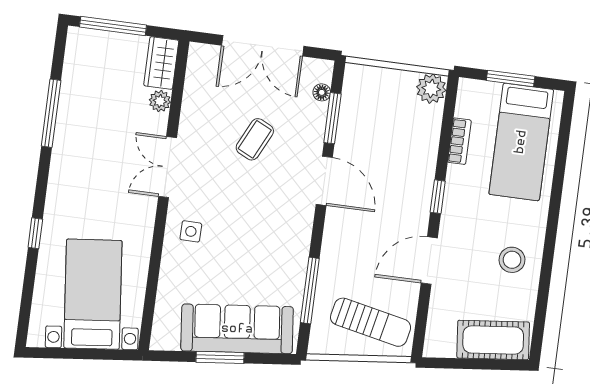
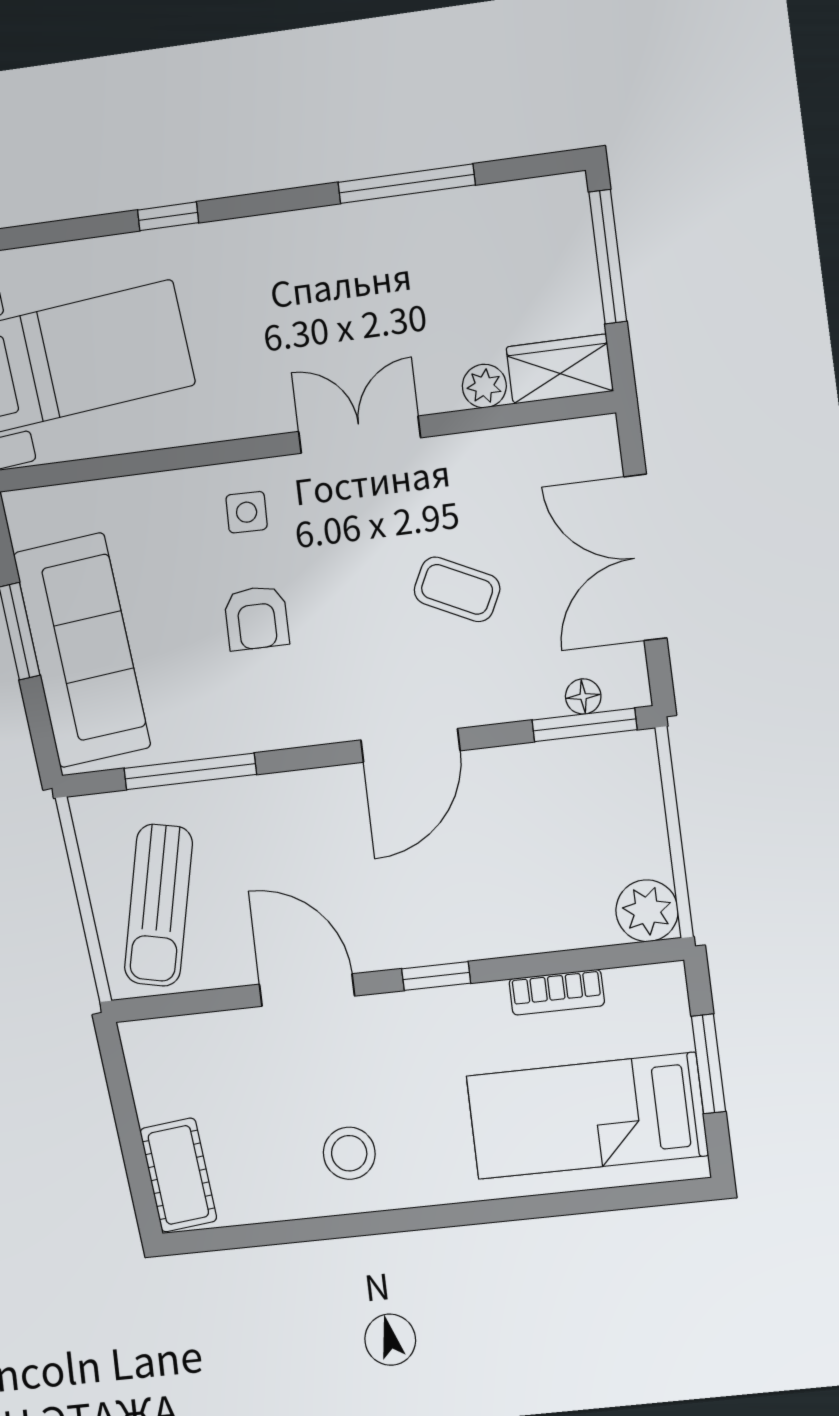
window: (332, 118) -> (585, 725), moved
armchair: (244, 240) -> (256, 618), added
cot: (493, 340) -> (178, 1175), width x0.73, depth x0.75

